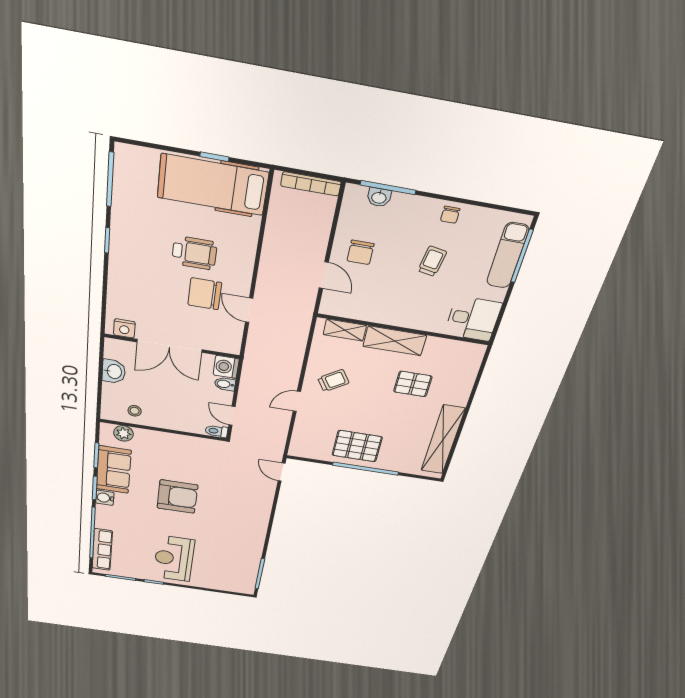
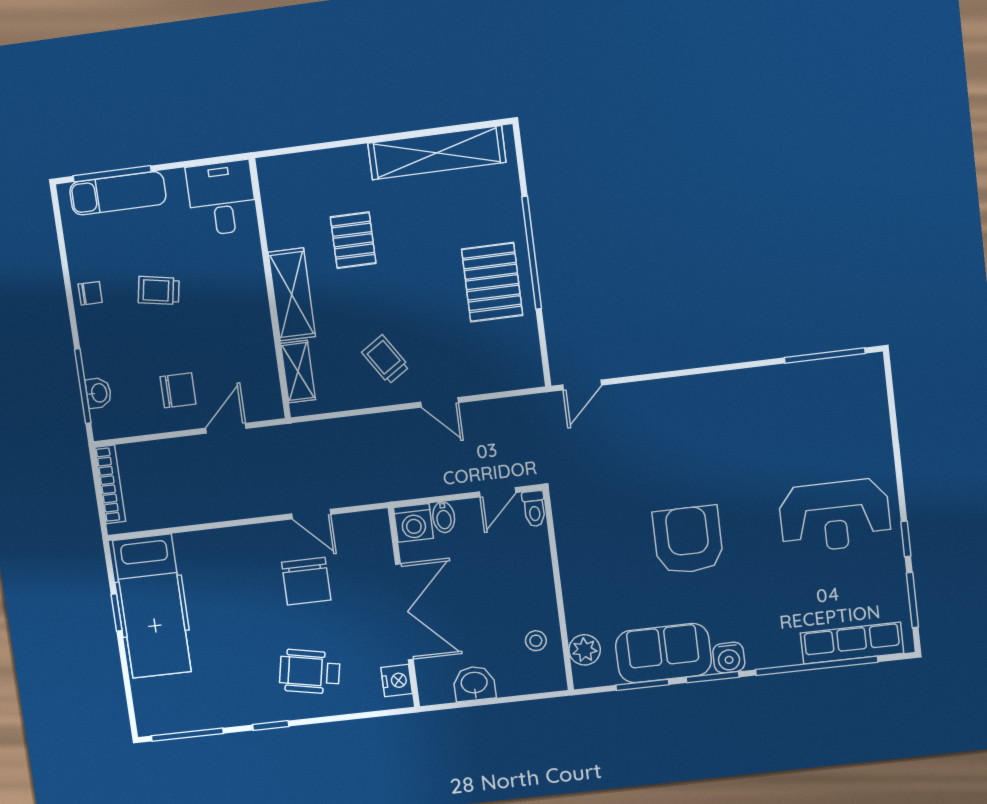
wheelchair: (194, 253) -> (310, 672), moved, turned -79
door: (249, 310) -> (311, 514), hinge flipped

